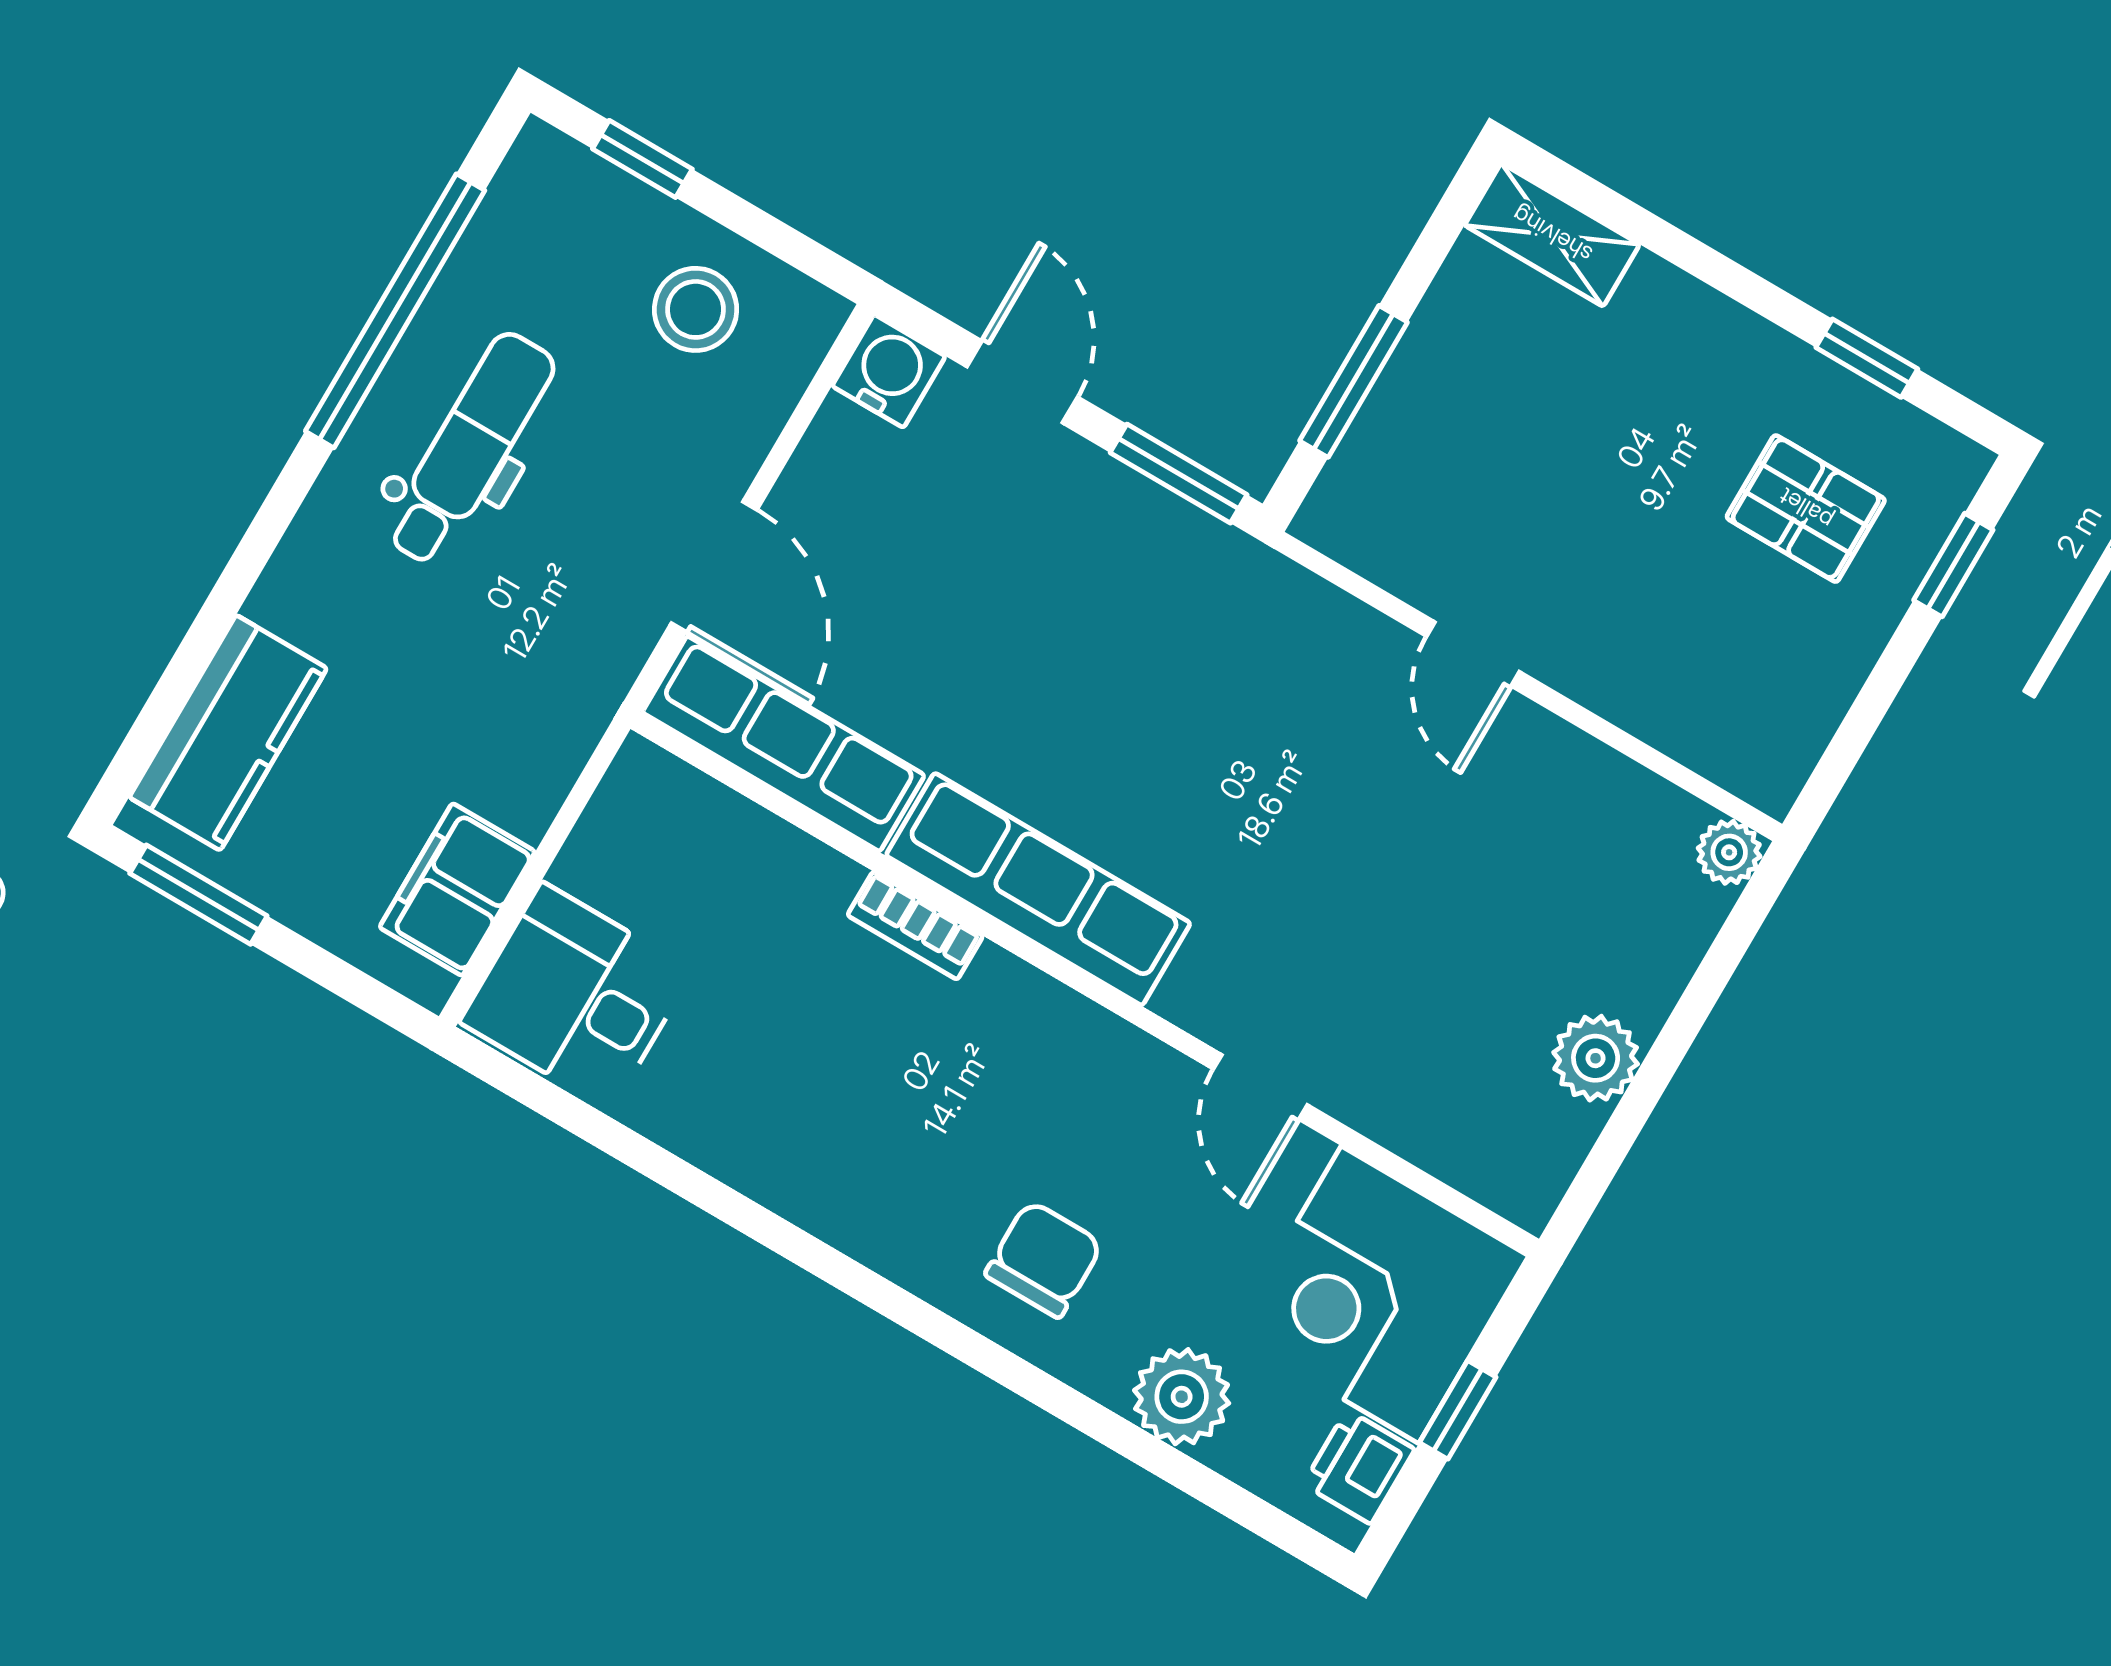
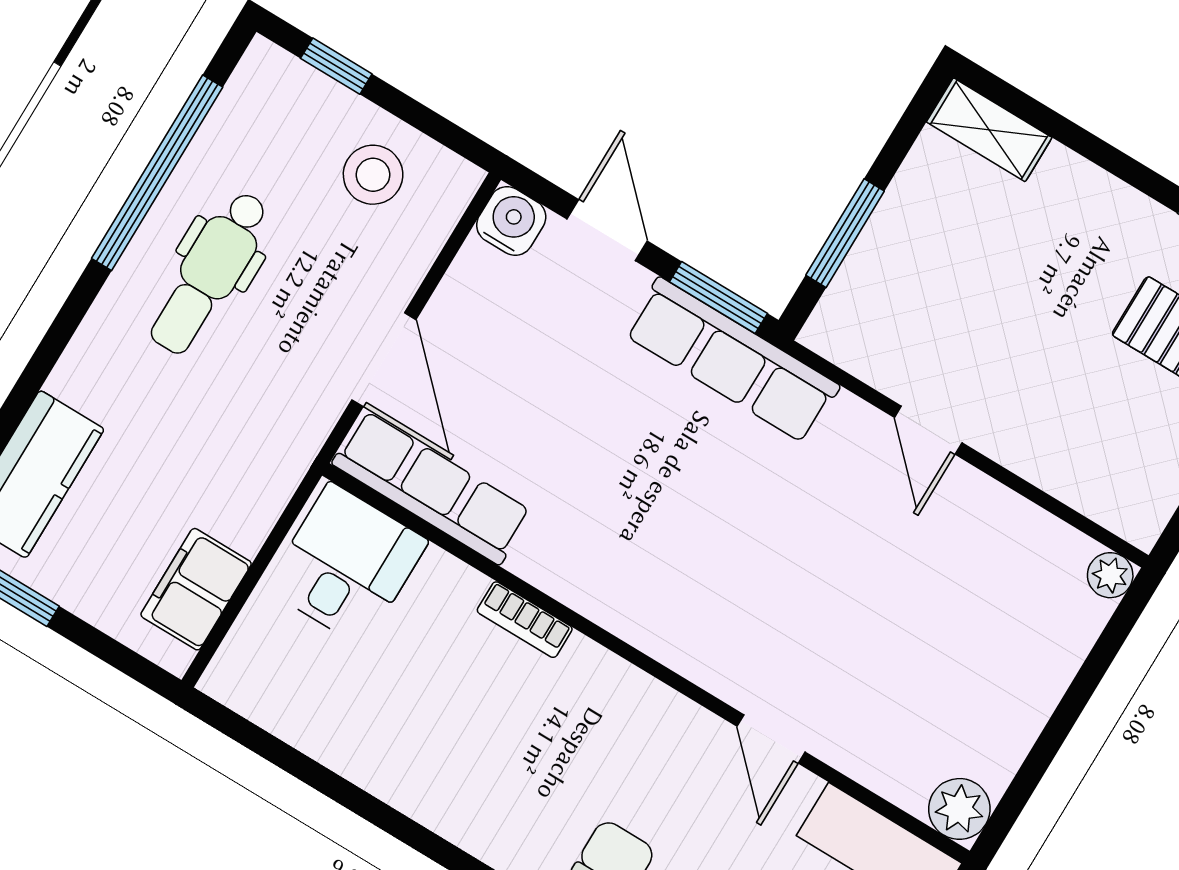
dental chair: (470, 449) -> (210, 273), turned 180
row of seats: (1038, 889) -> (732, 360), moved, turned 180
desk: (576, 996) -> (347, 565), moved, turned 90
plant: (1596, 1058) -> (959, 809), moved

